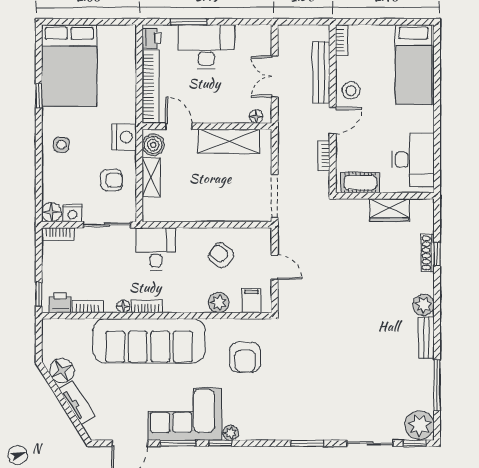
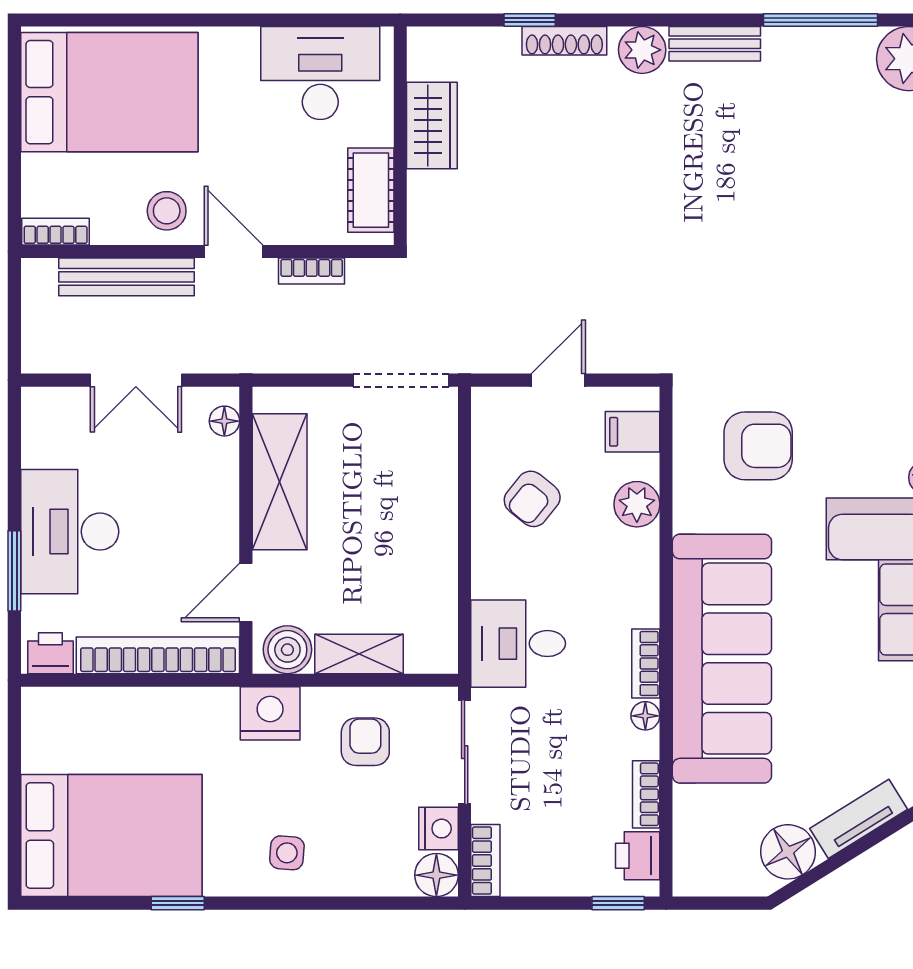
bed: (413, 65) -> (109, 92), width x1.50
shoe rack: (428, 253) -> (564, 41), moved

